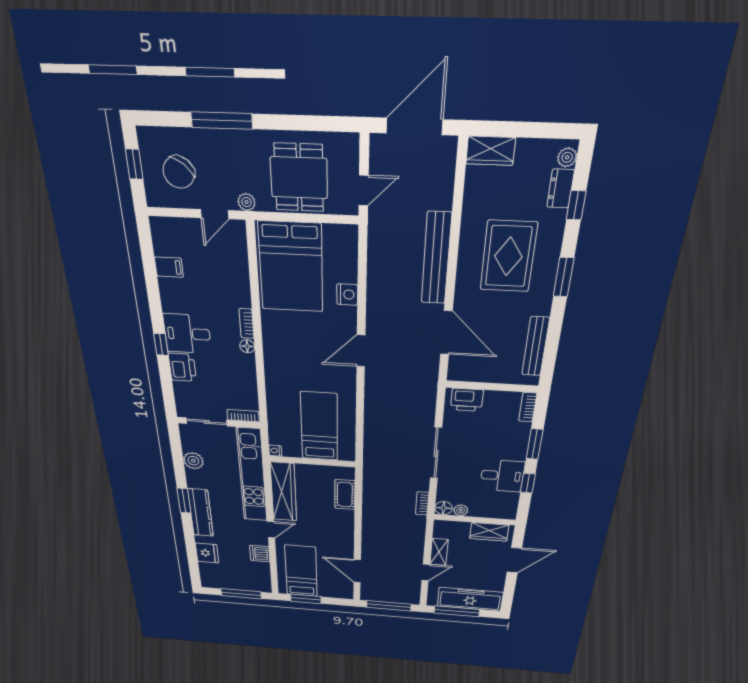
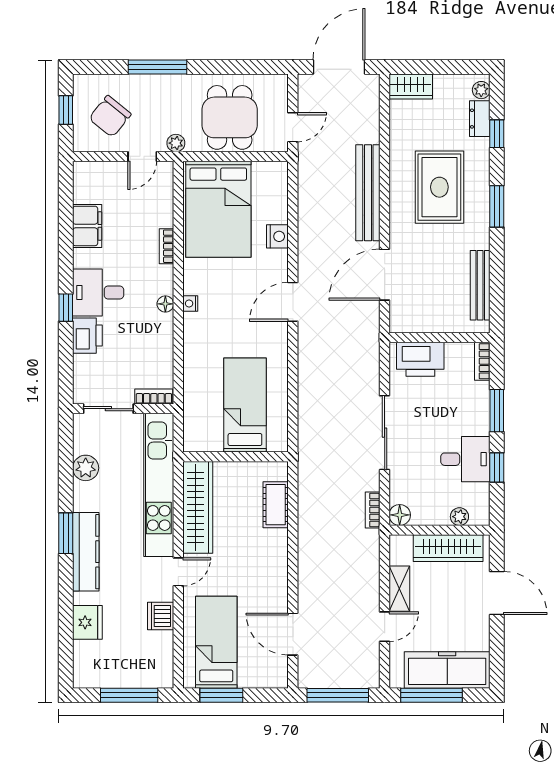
filing cabinet: (169, 267) -> (87, 226), width x2.00
bookcase: (247, 324) -> (167, 246), moved
door: (446, 333) -> (385, 275), swing flipped
printer: (467, 400) -> (420, 359), width x1.37, depth x1.19
nightstand: (275, 451) -> (190, 304), moved
plant: (461, 510) -> (459, 517), moved
wardrobe: (489, 532) -> (448, 548), width x1.50
door: (514, 560) -> (497, 593), hinge flipped

